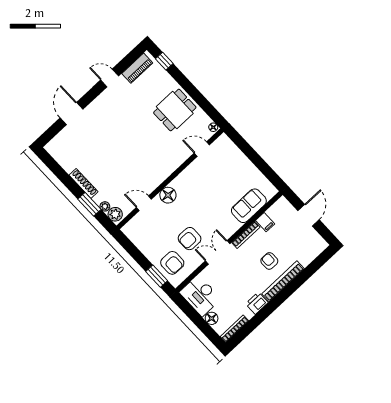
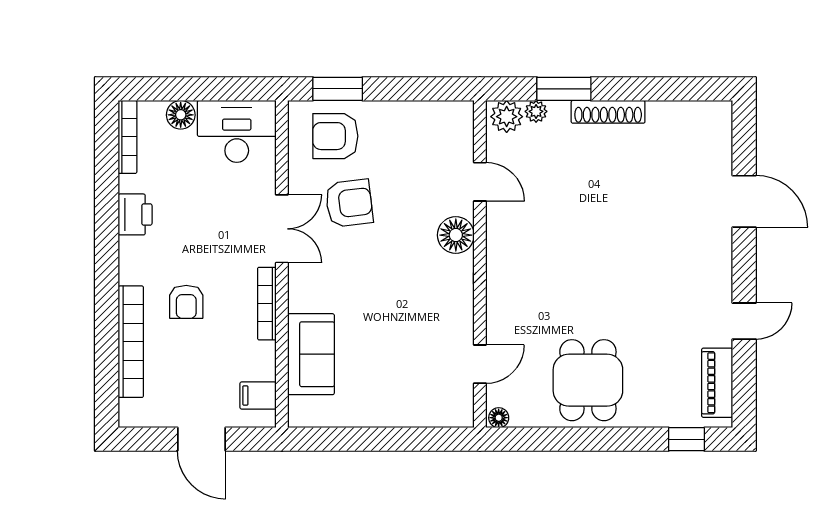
door: (144, 203) -> (480, 182), hinge flipped
filing cabinet: (265, 222) -> (258, 395), moved
armchair: (190, 239) -> (349, 203), turned 83
armchair: (269, 261) -> (186, 302), turned 90
bookcase: (283, 281) -> (131, 342), moved

